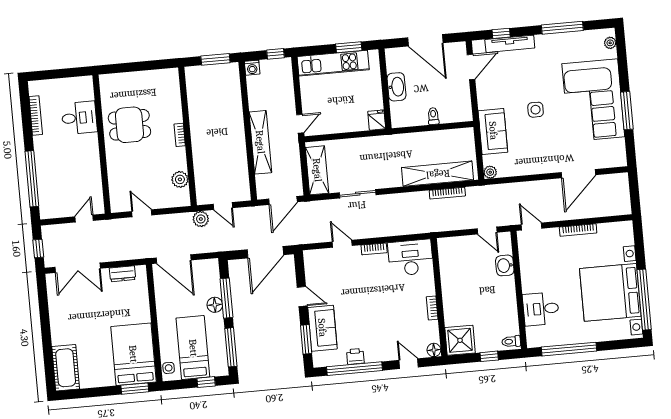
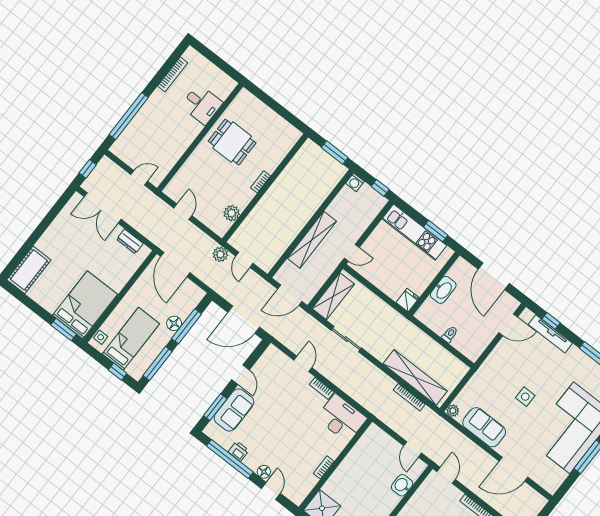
sofa: (493, 131) -> (484, 427), moved, turned -90
floor lamp: (434, 350) -> (264, 472), moved

